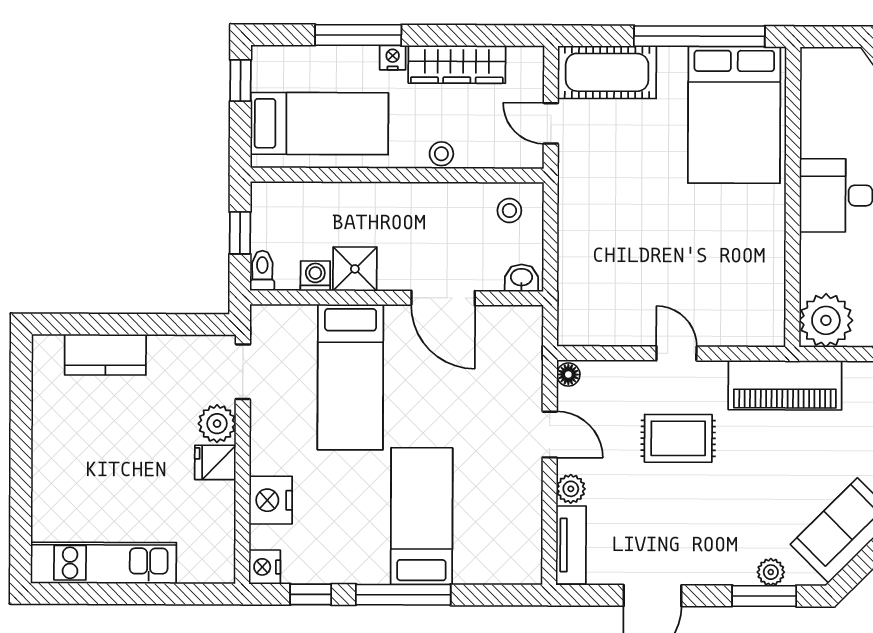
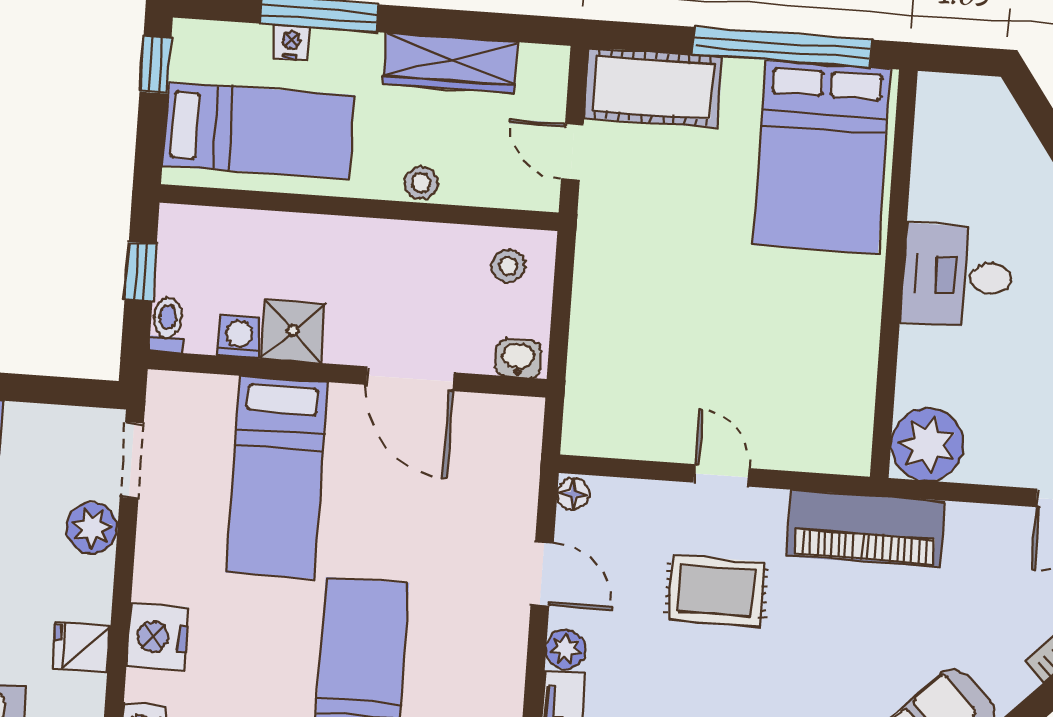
nightstand: (393, 58) -> (291, 43), moved
fridge: (215, 462) -> (81, 647), moved

